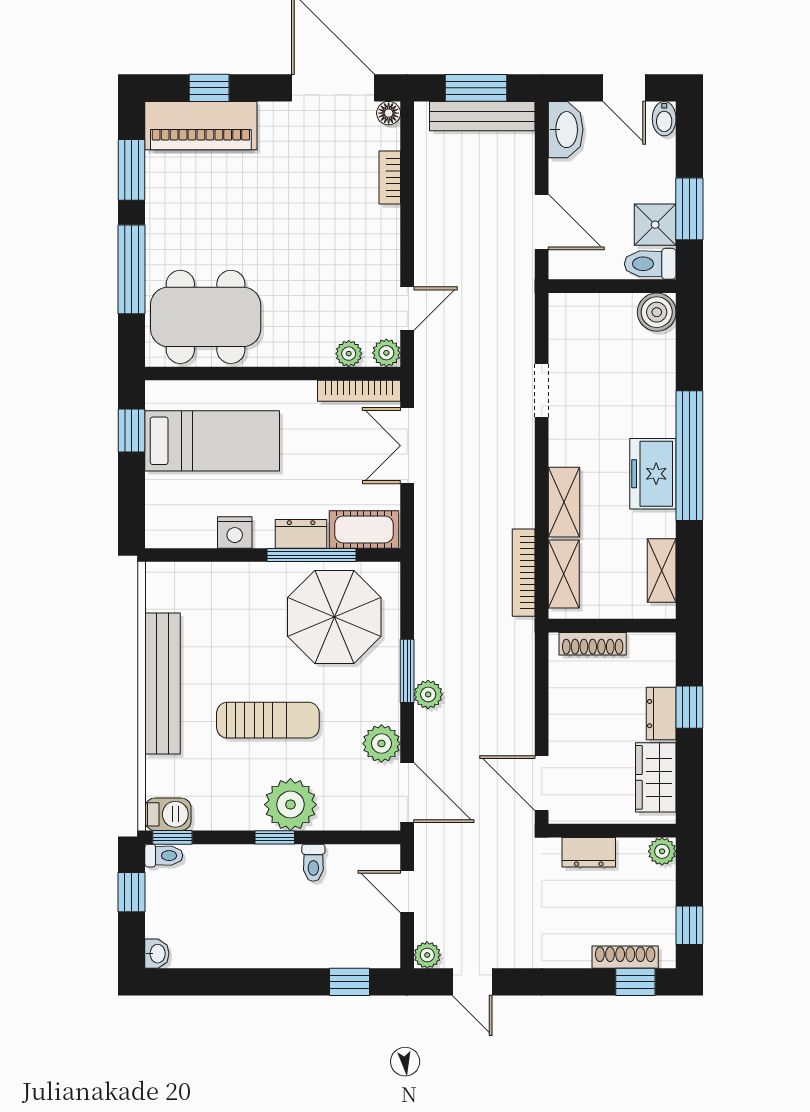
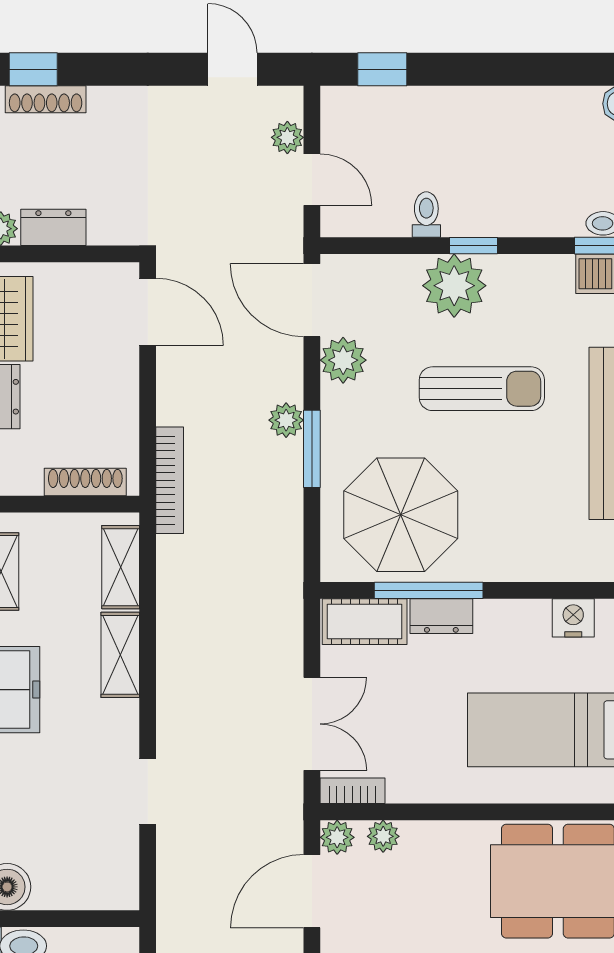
door: (407, 309) -> (312, 891), width x1.38
bookcase: (359, 391) -> (352, 791), width x0.64
nightstand: (235, 533) -> (573, 618), moved
bookcase: (524, 573) -> (170, 480), moved
sun lounger: (268, 720) -> (482, 389), turned 180
dresser: (589, 852) -> (53, 227), moved
plant: (427, 955) -> (287, 137), moved

